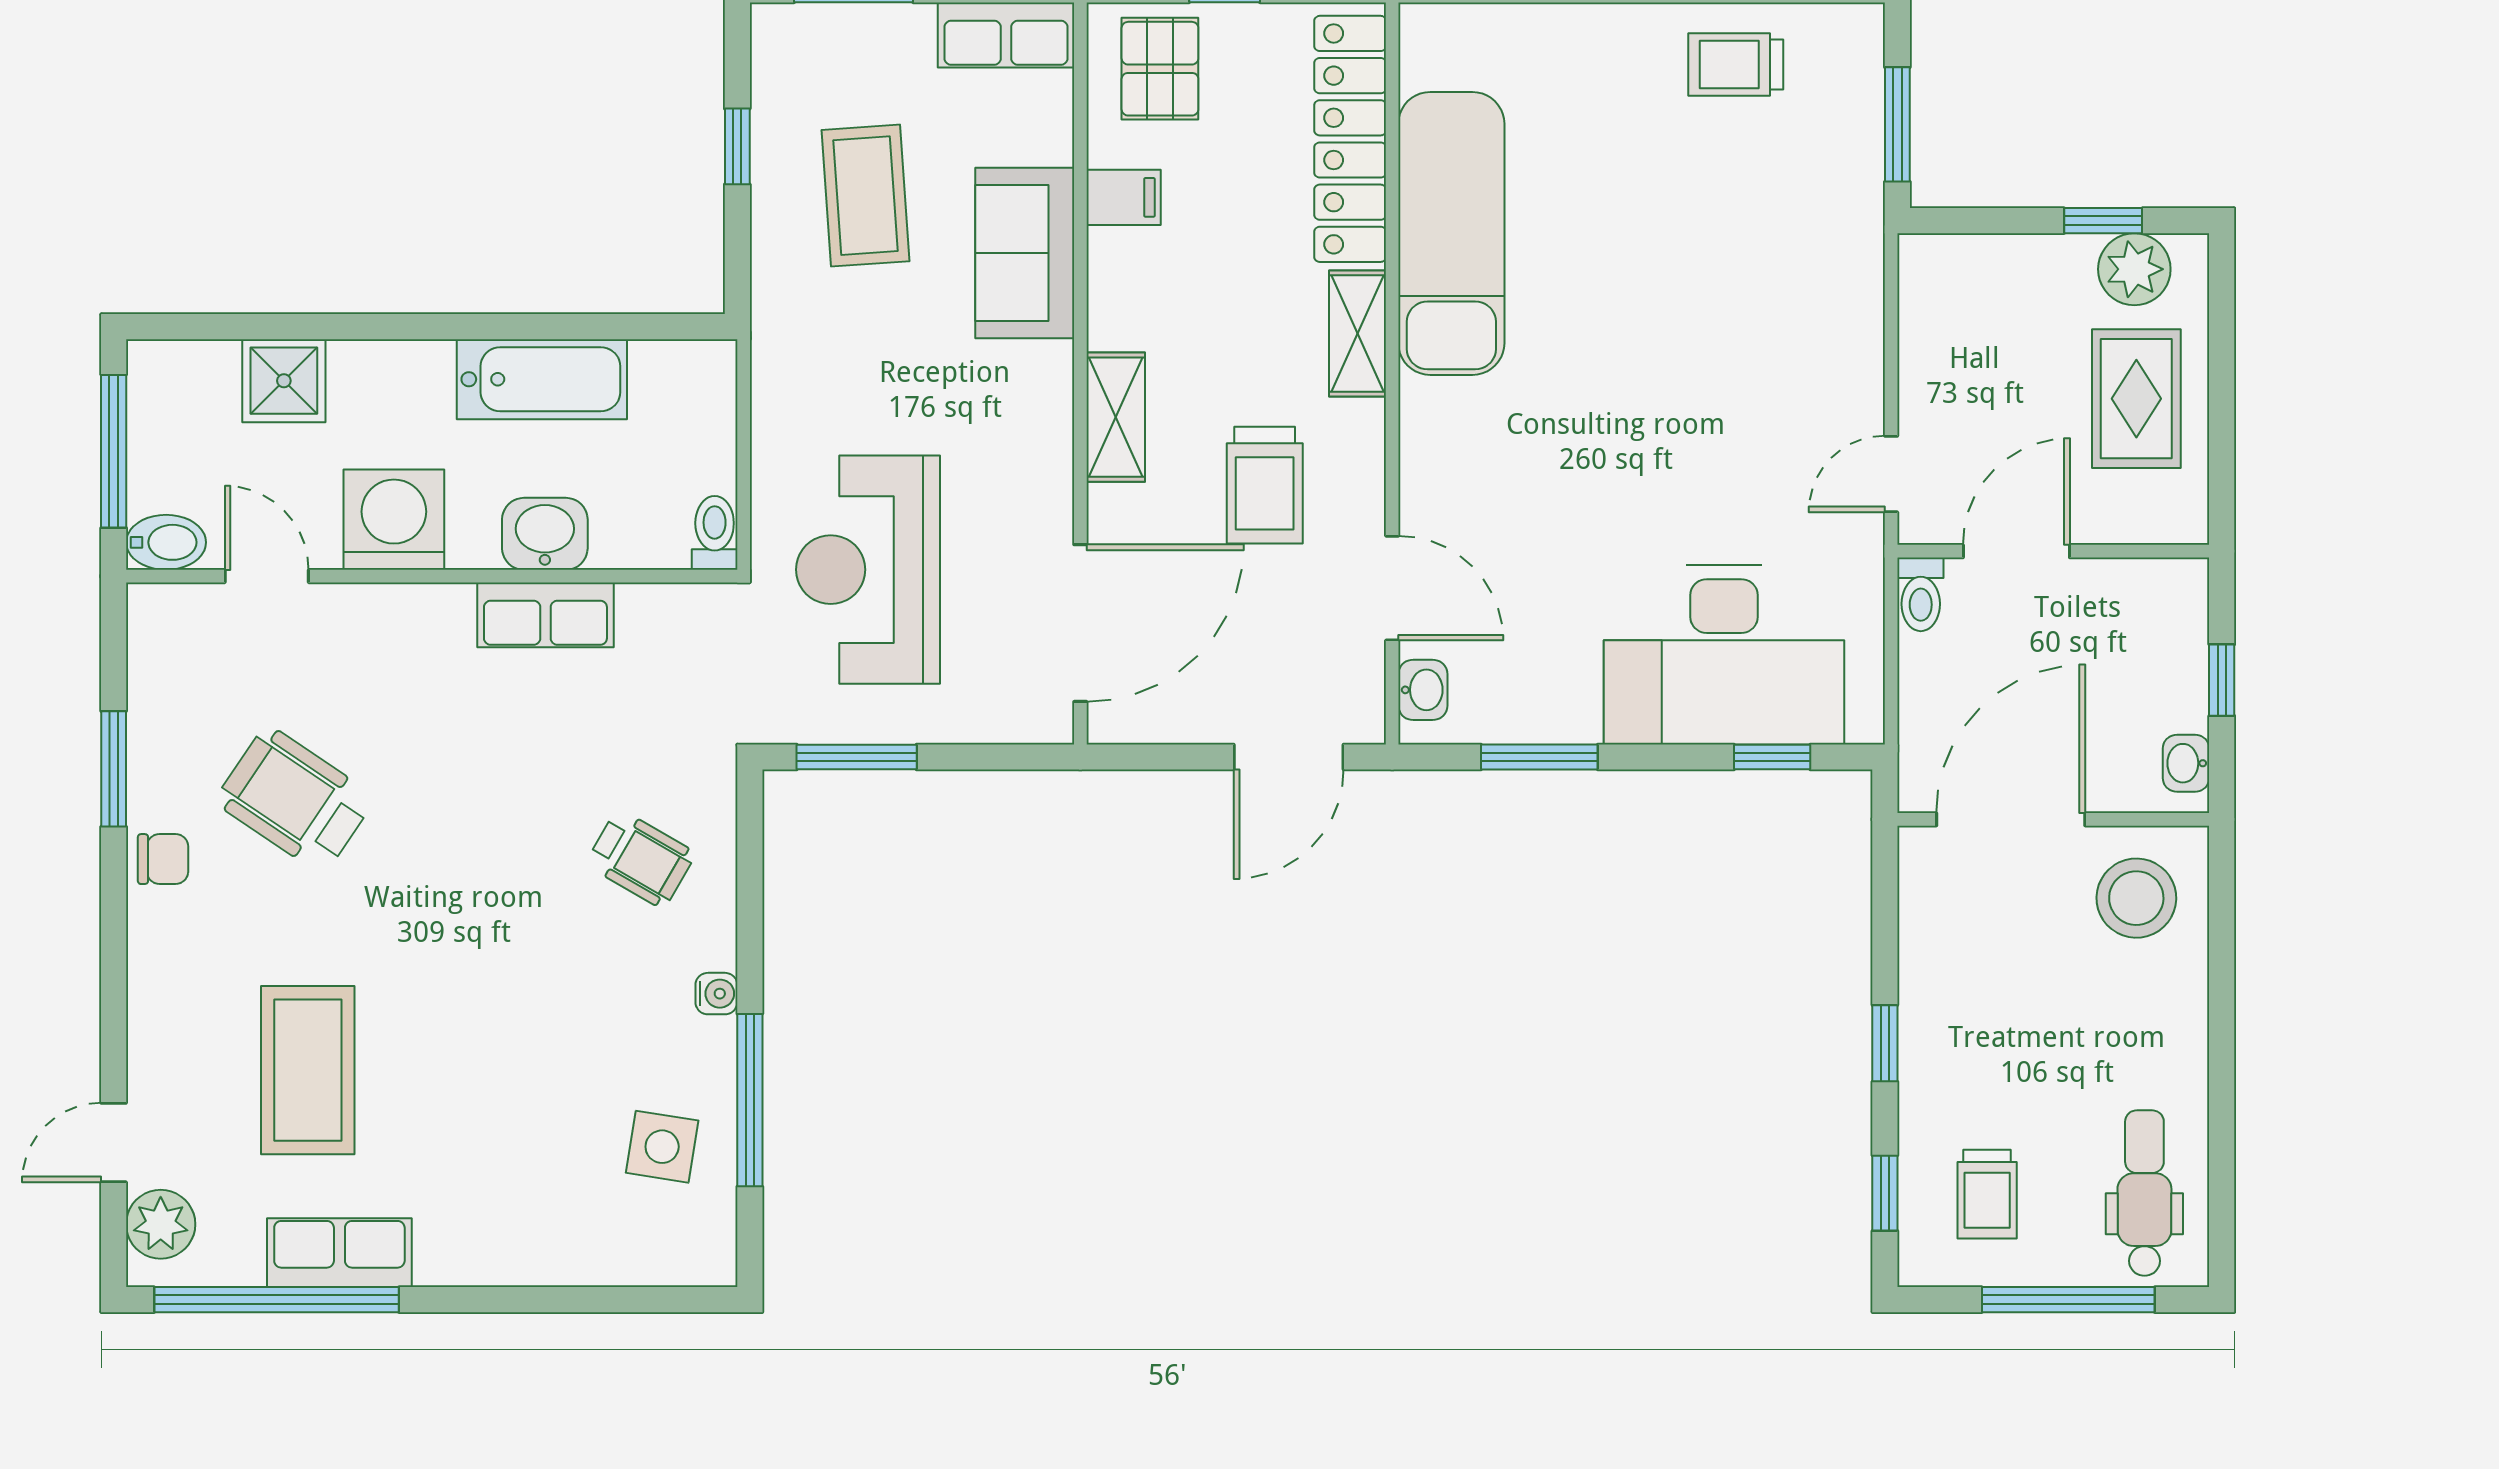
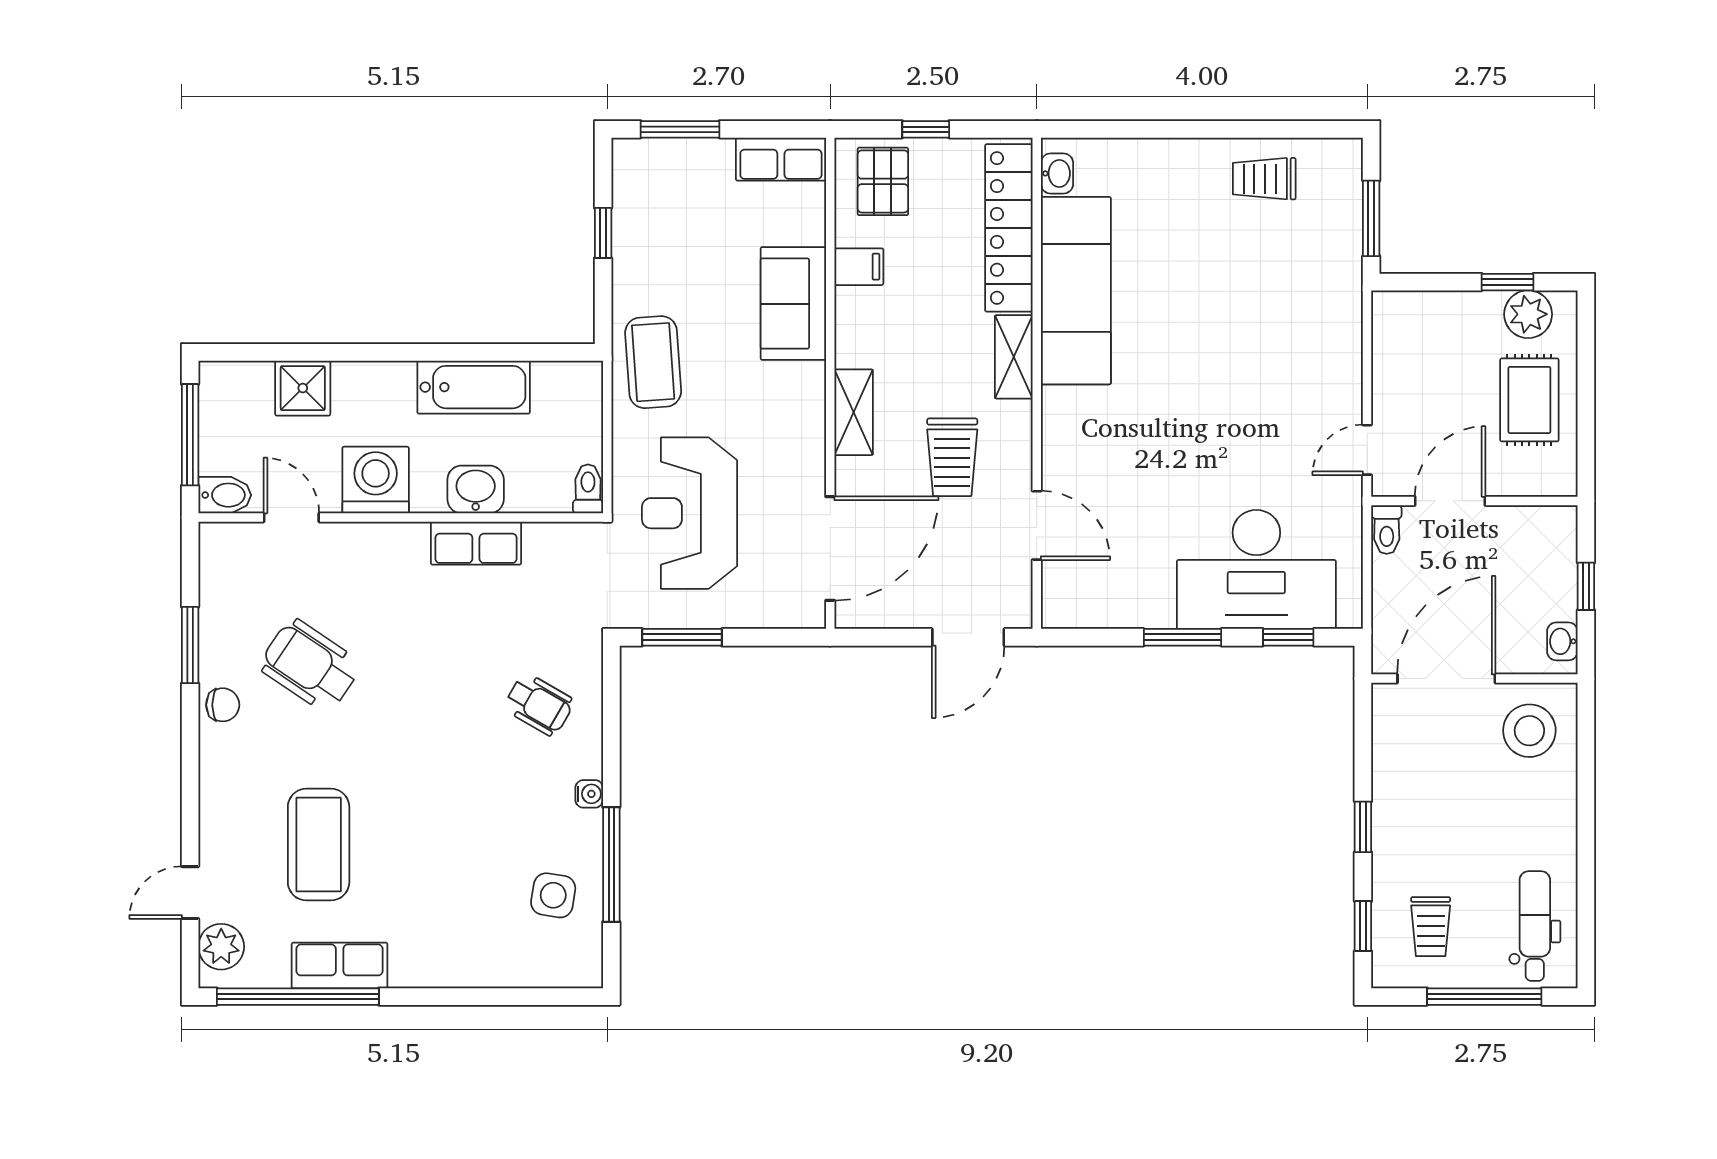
coffee table: (865, 196) -> (653, 362), moved
washbasin: (1423, 690) -> (1057, 173), moved
window: (1539, 757) -> (1182, 637), moved

